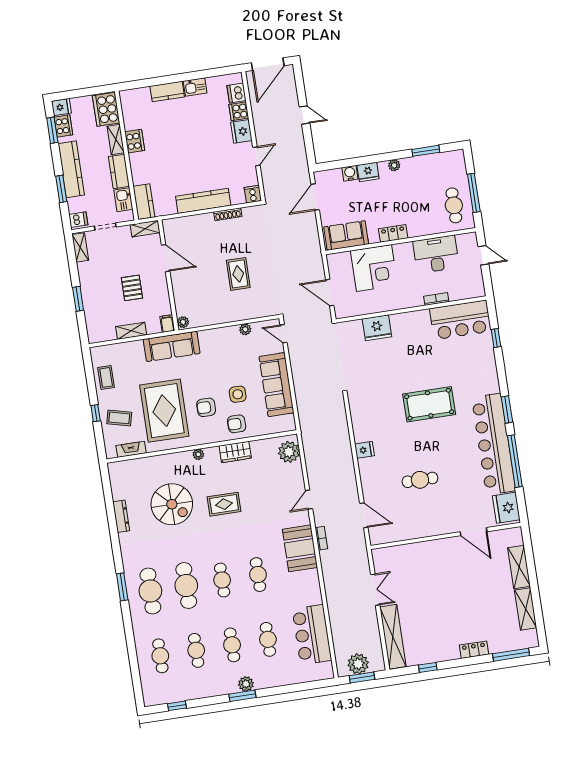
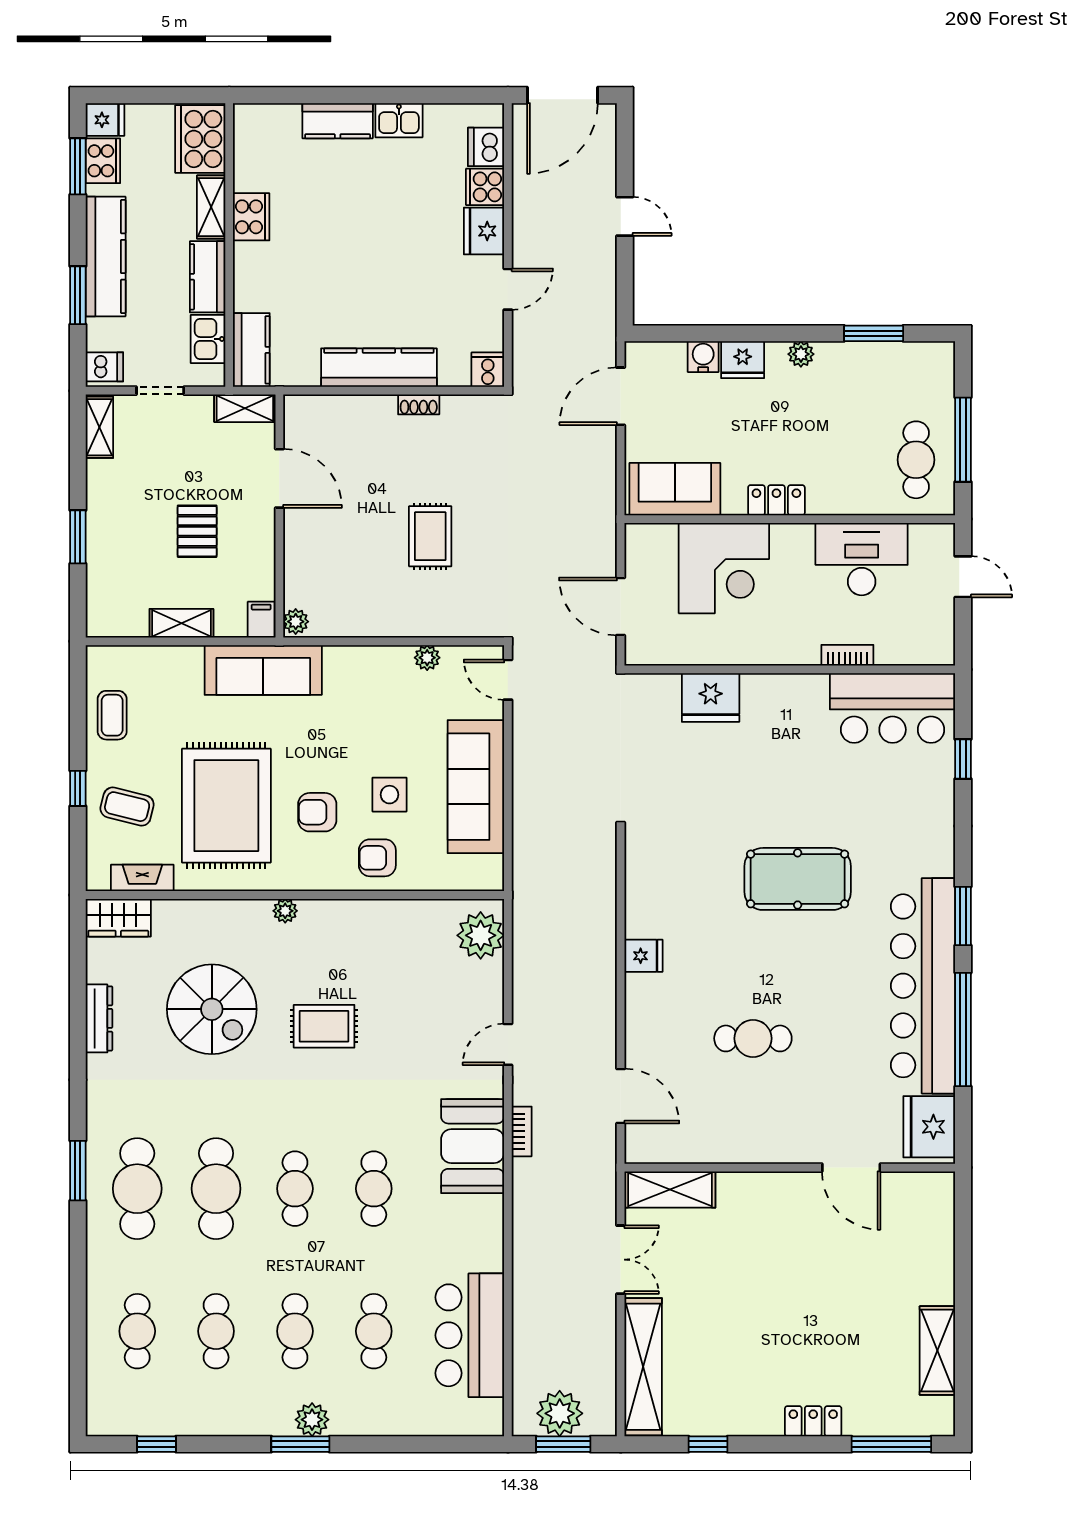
shoe rack: (228, 214) -> (419, 404), width x0.70
wardrobe: (235, 452) -> (118, 918), moved
shelving: (519, 567) -> (670, 1189), moved, turned 90

